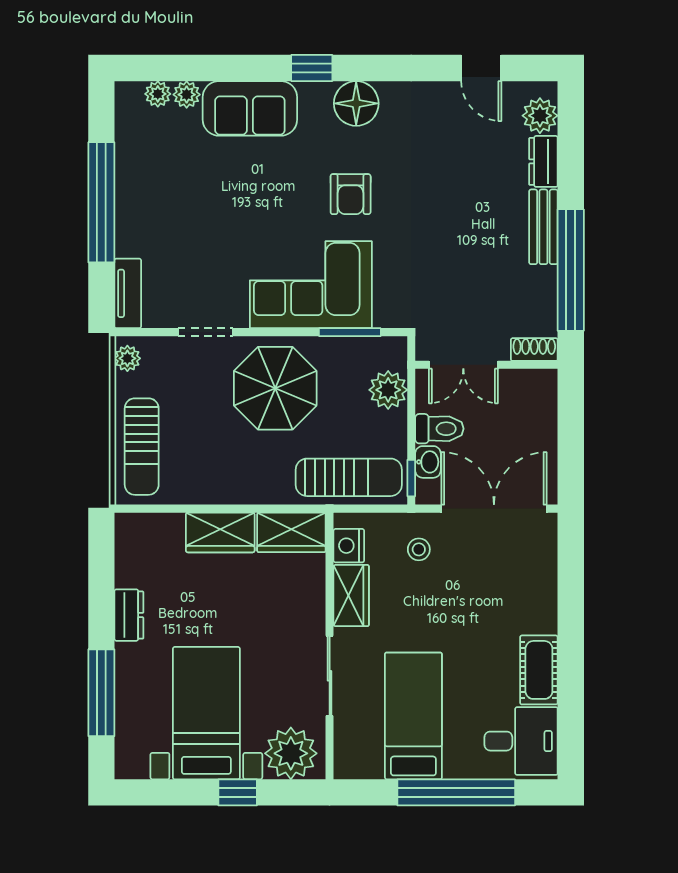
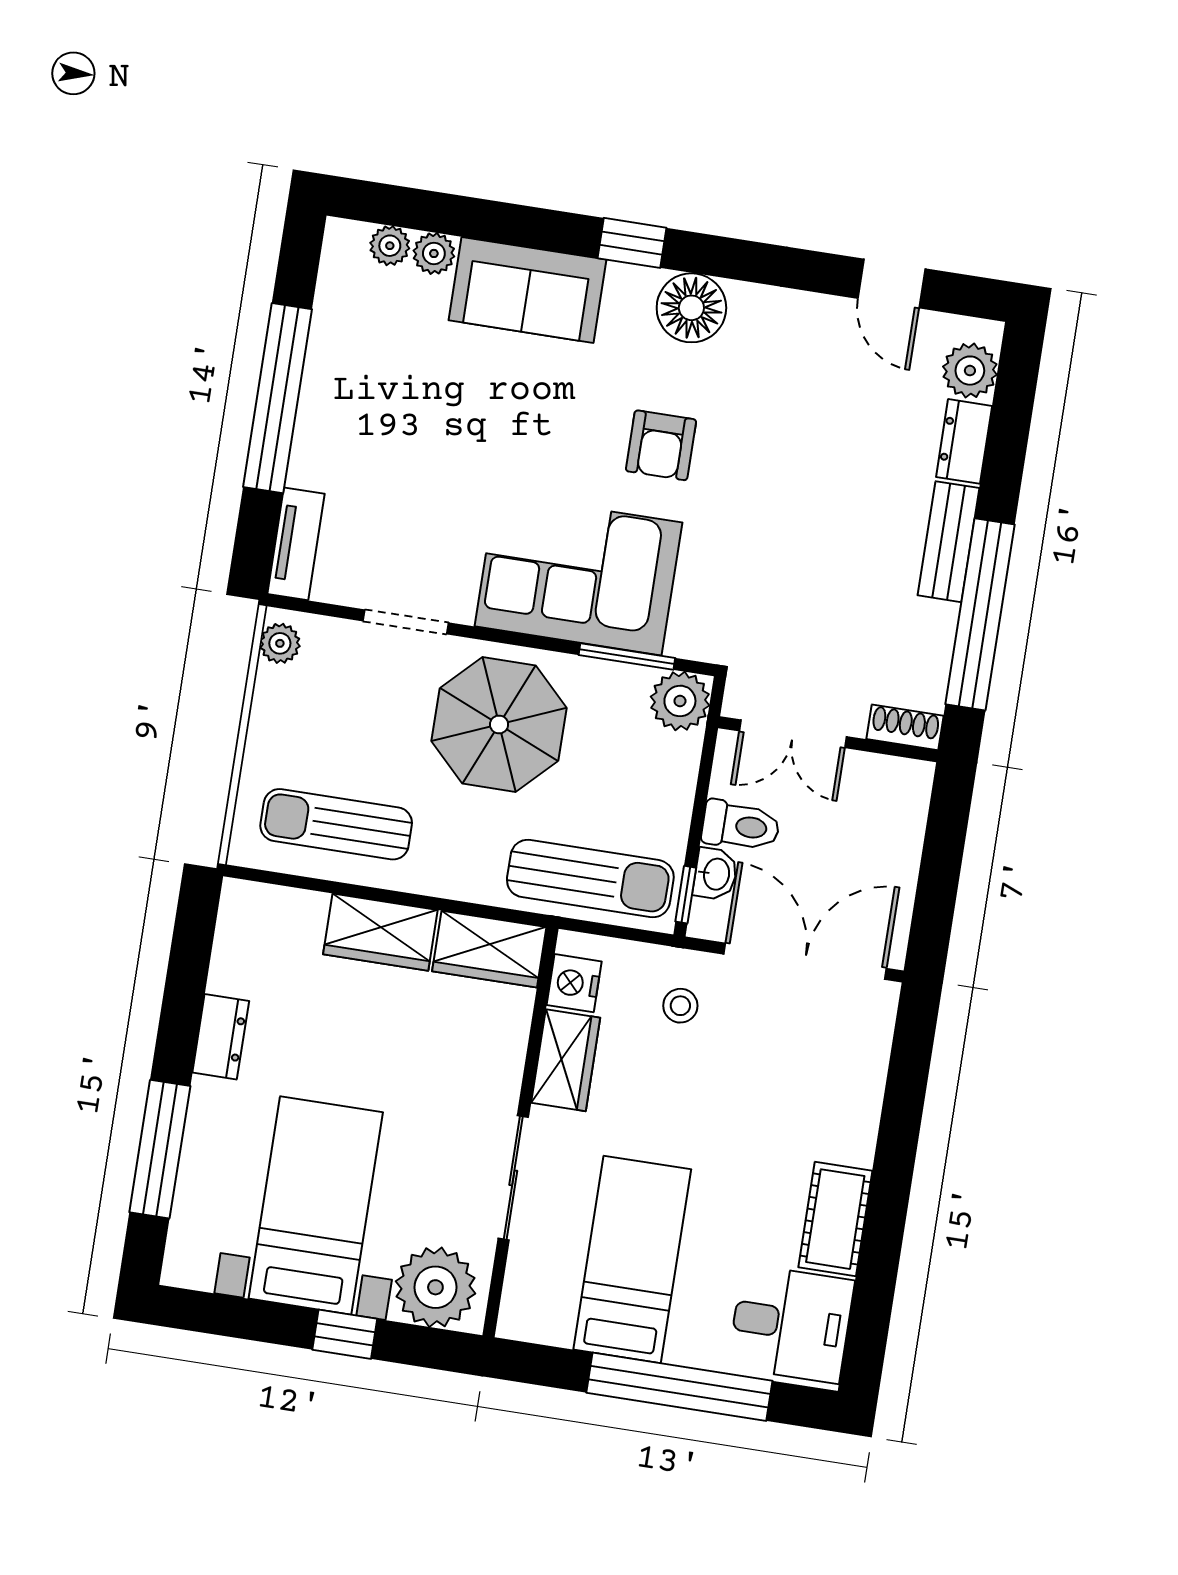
plant: (388, 390) -> (680, 701), moved
sun lounger: (142, 447) -> (336, 824), moved, turned 90

